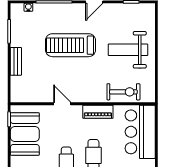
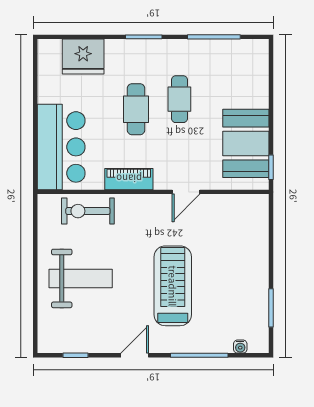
treadmill: (70, 45) -> (173, 286), turned -90
bench: (16, 61) -> (260, 260), removed
door: (62, 104) -> (186, 192), hinge flipped

